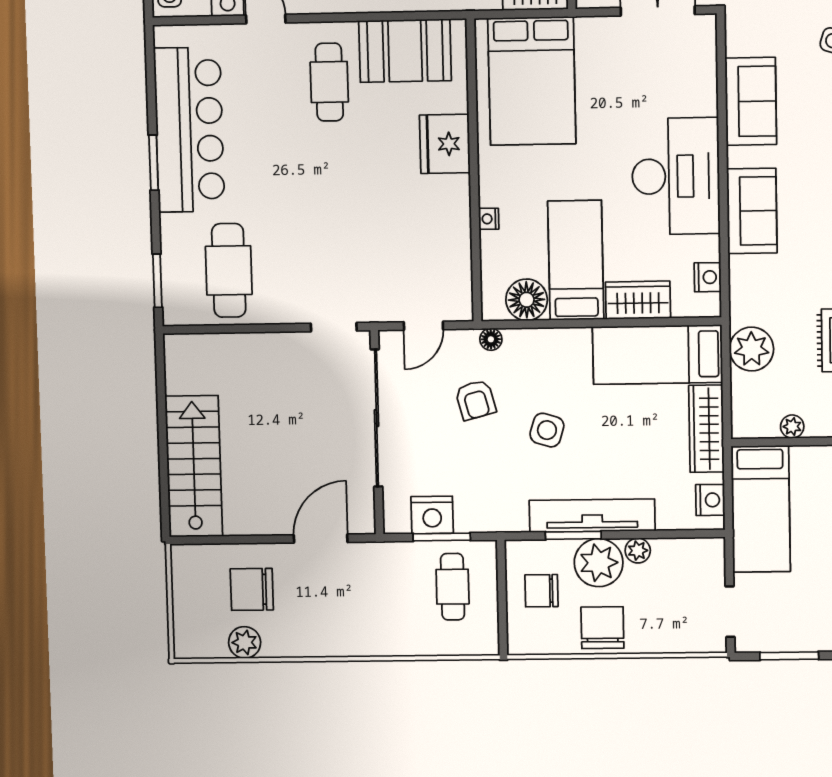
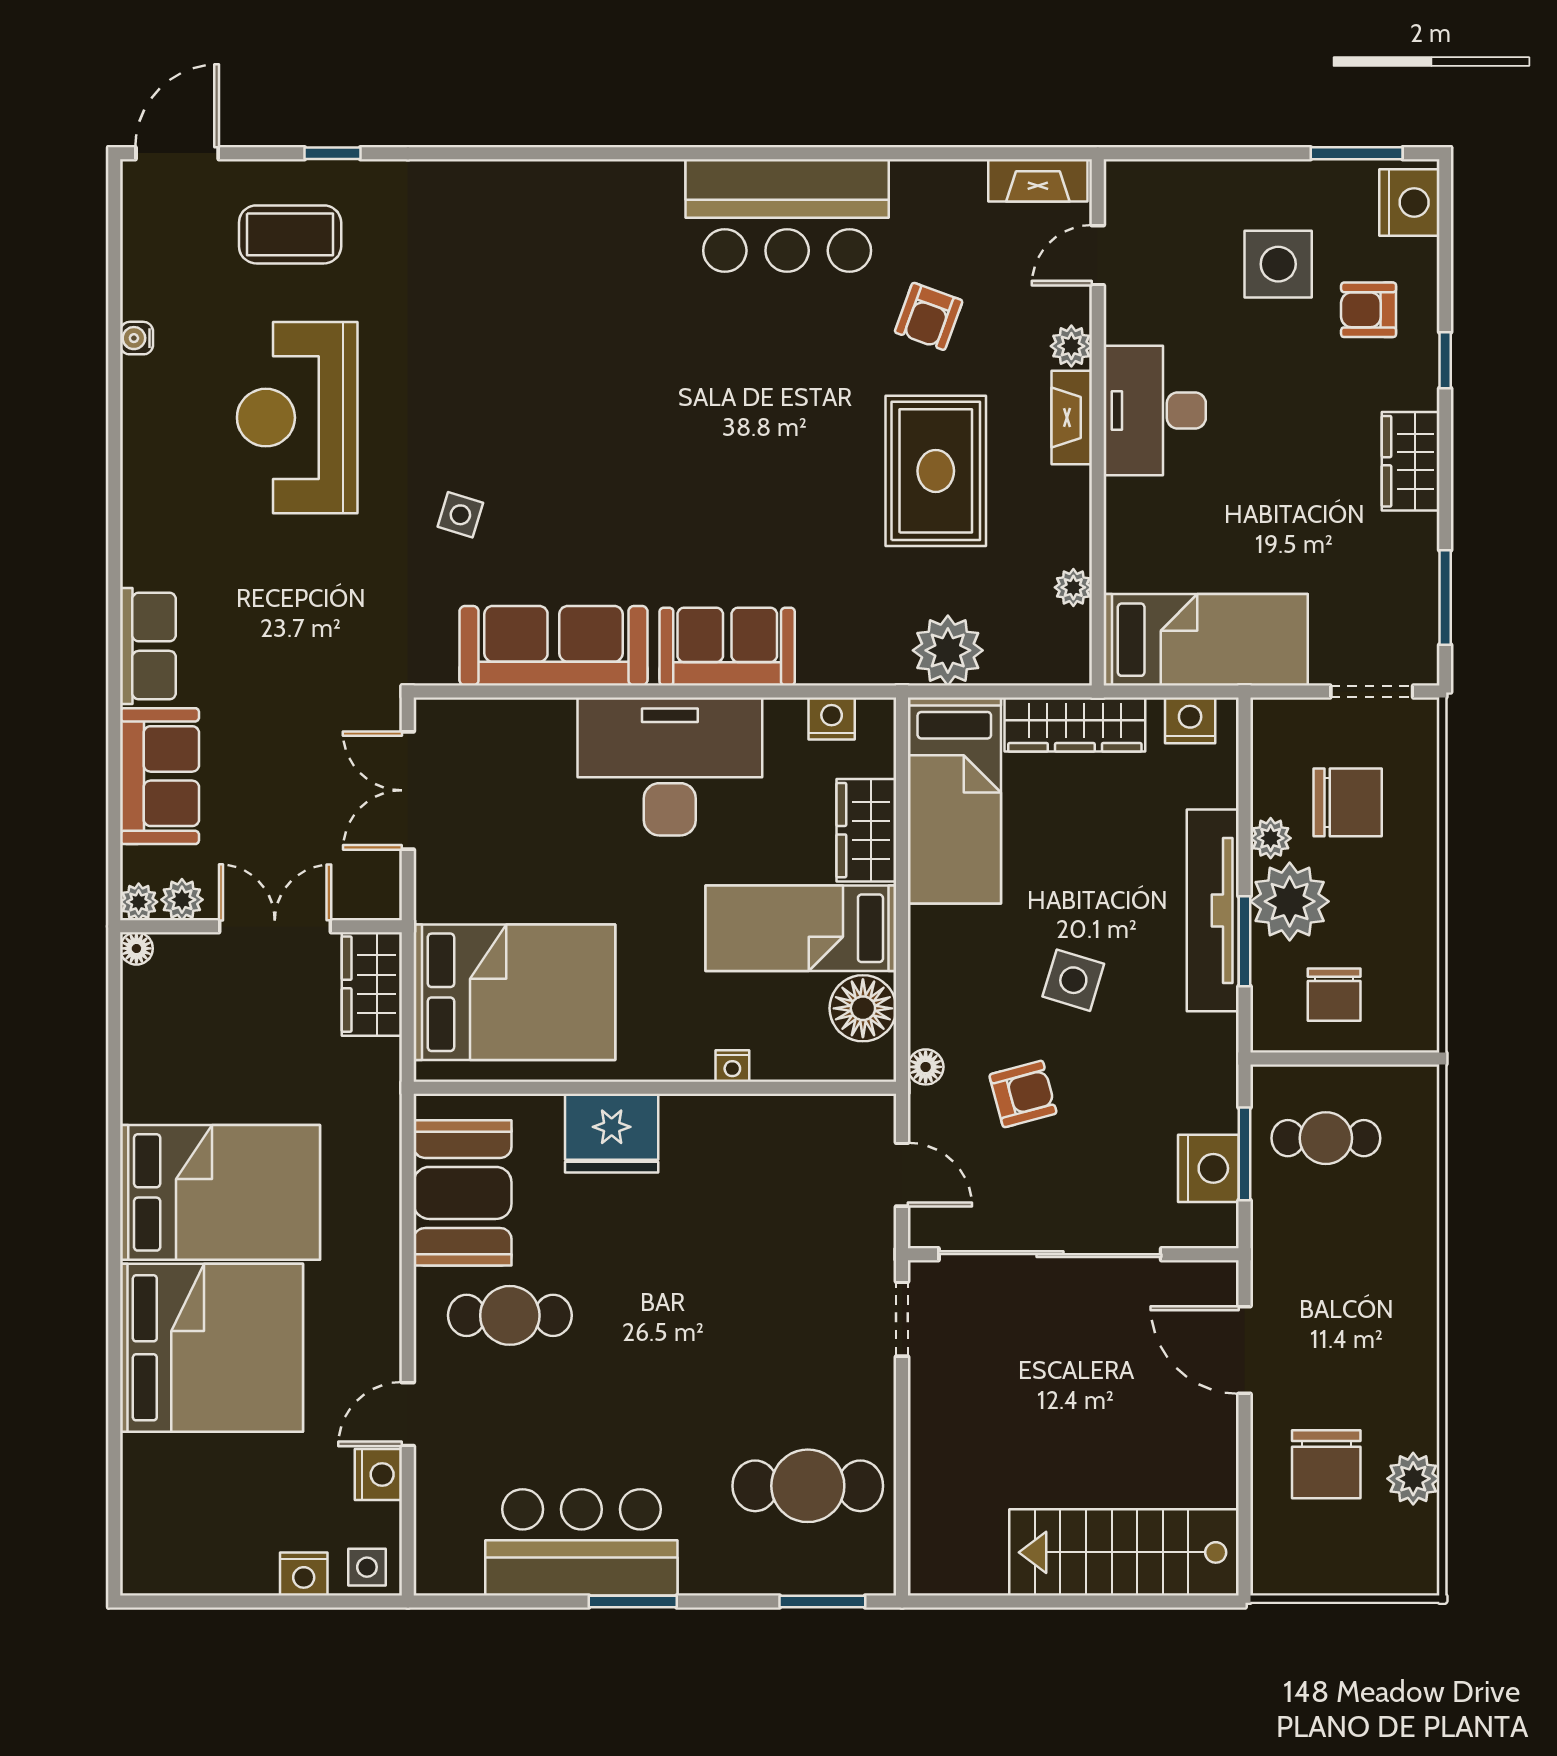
sofa: (751, 101) -> (553, 646), width x1.36
bar counter: (189, 130) -> (581, 1542), width x0.73
chair: (602, 628) -> (1348, 802), moved, turned 180

